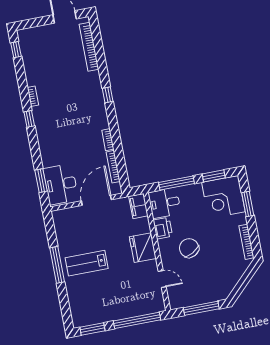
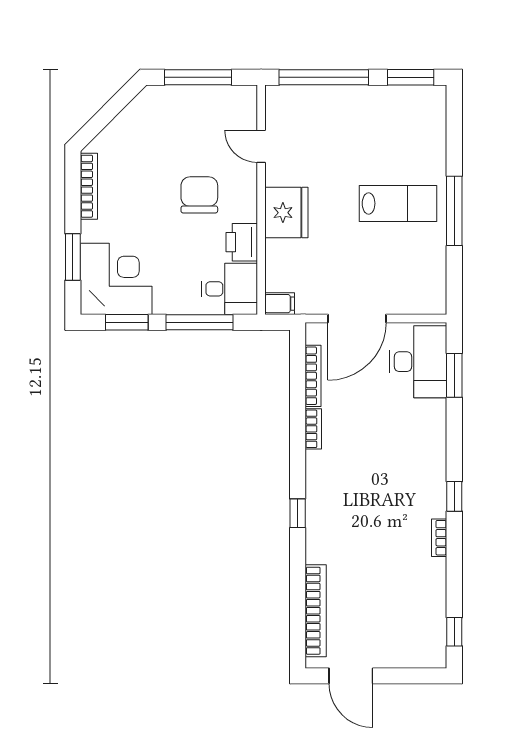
filing cabinet: (138, 206) -> (280, 304), width x0.50
chair: (189, 248) -> (199, 195), turned -151

